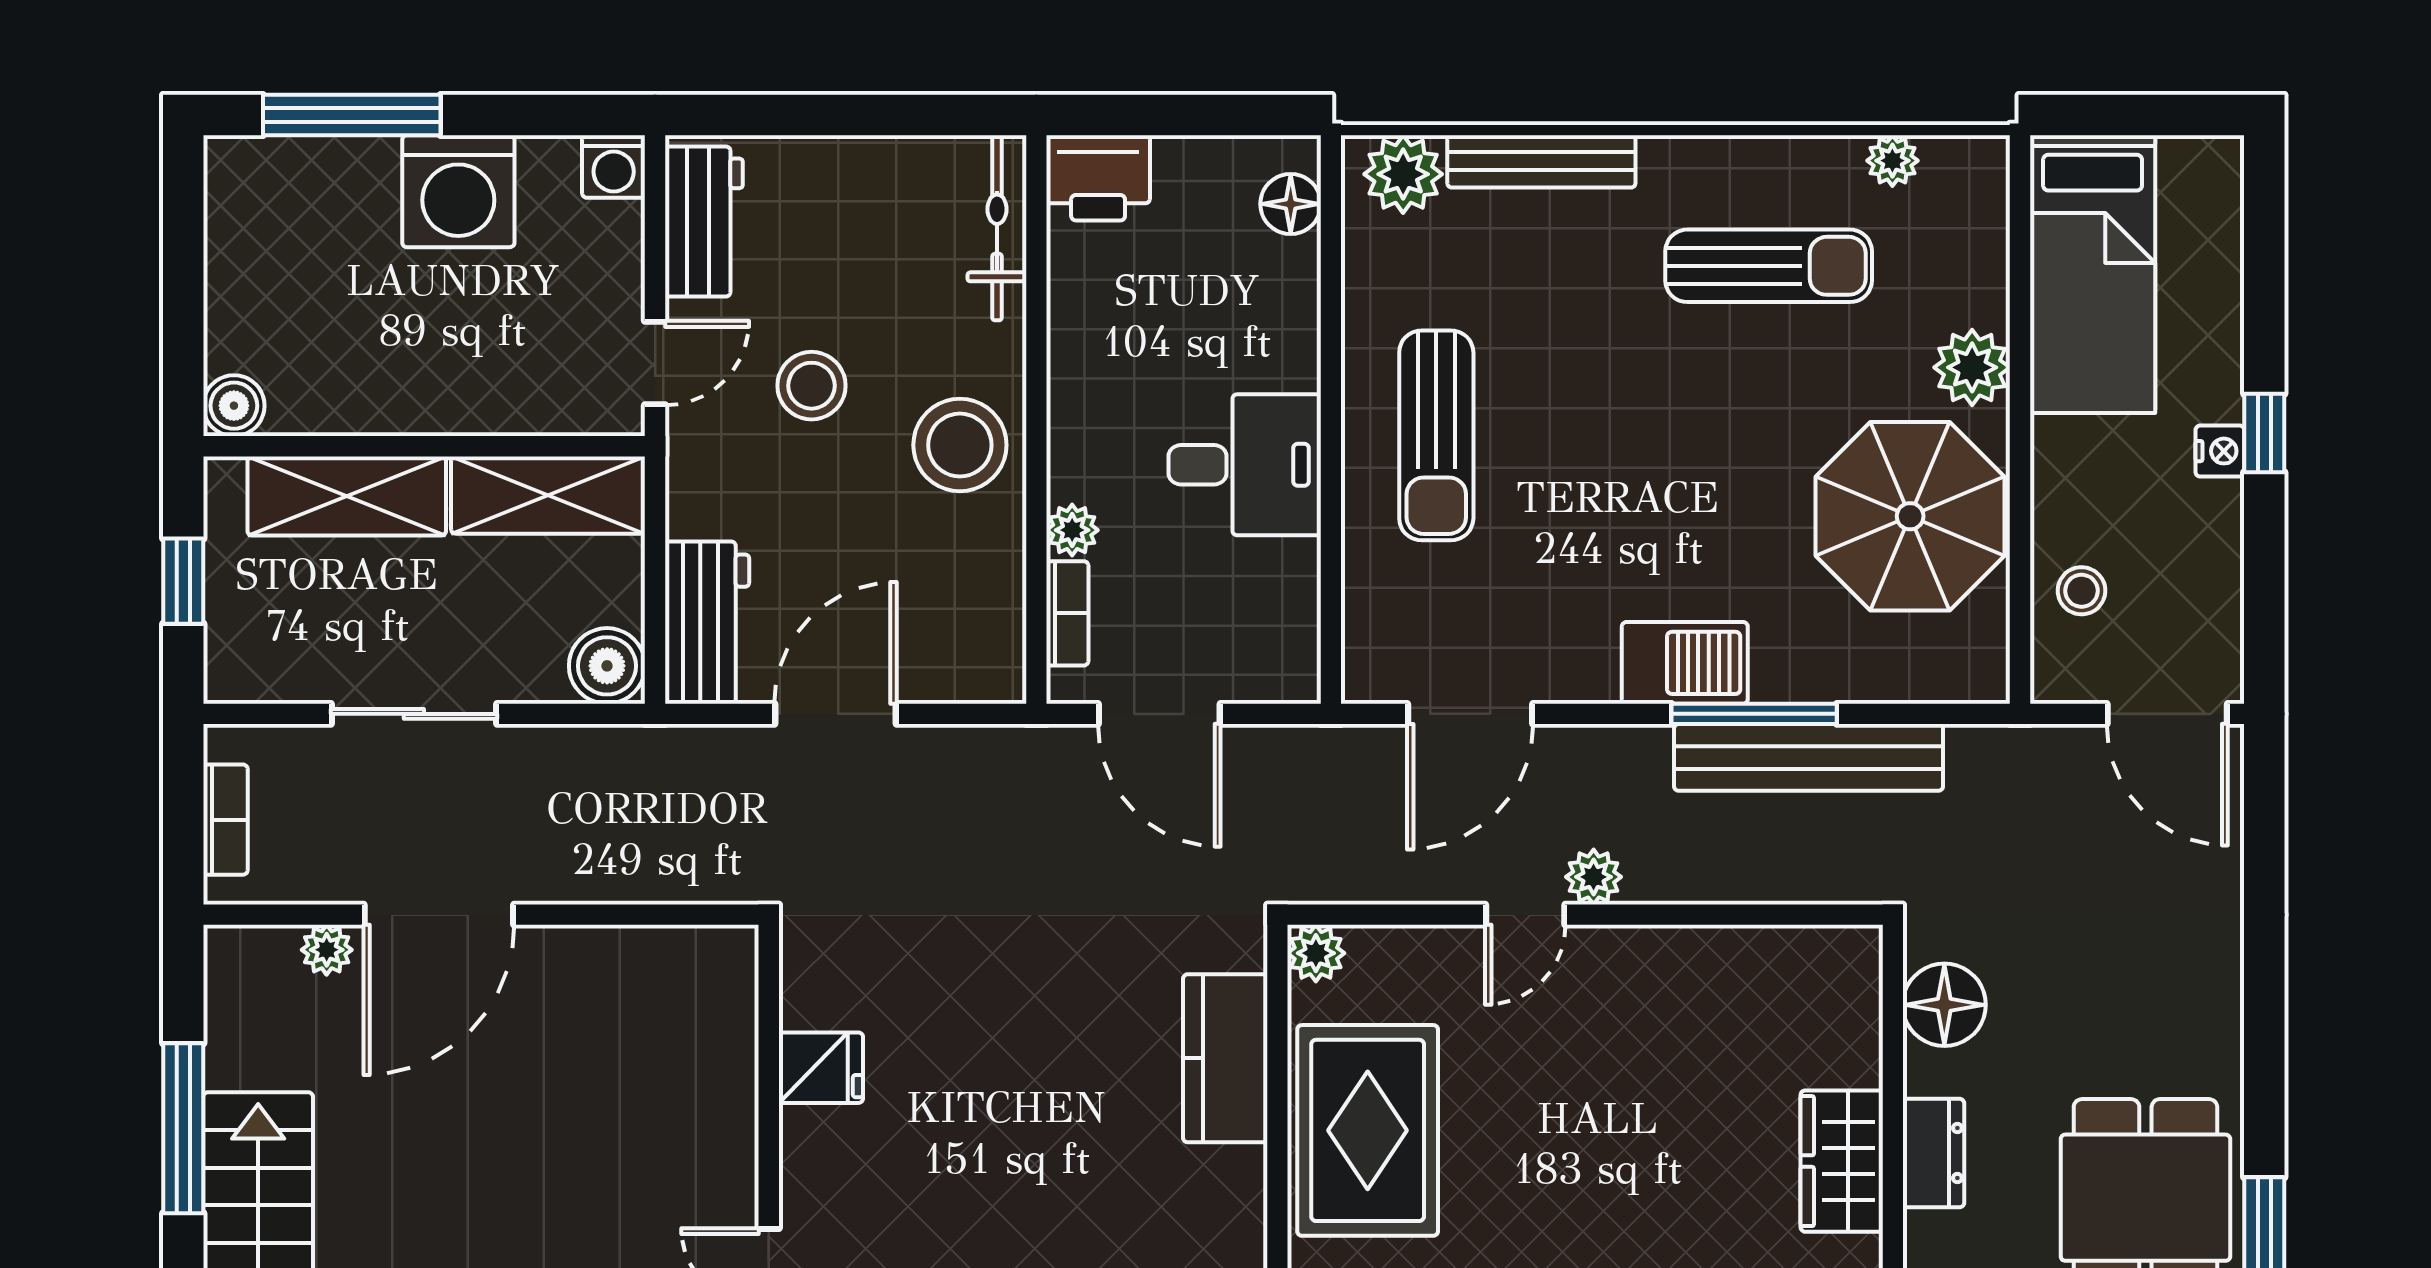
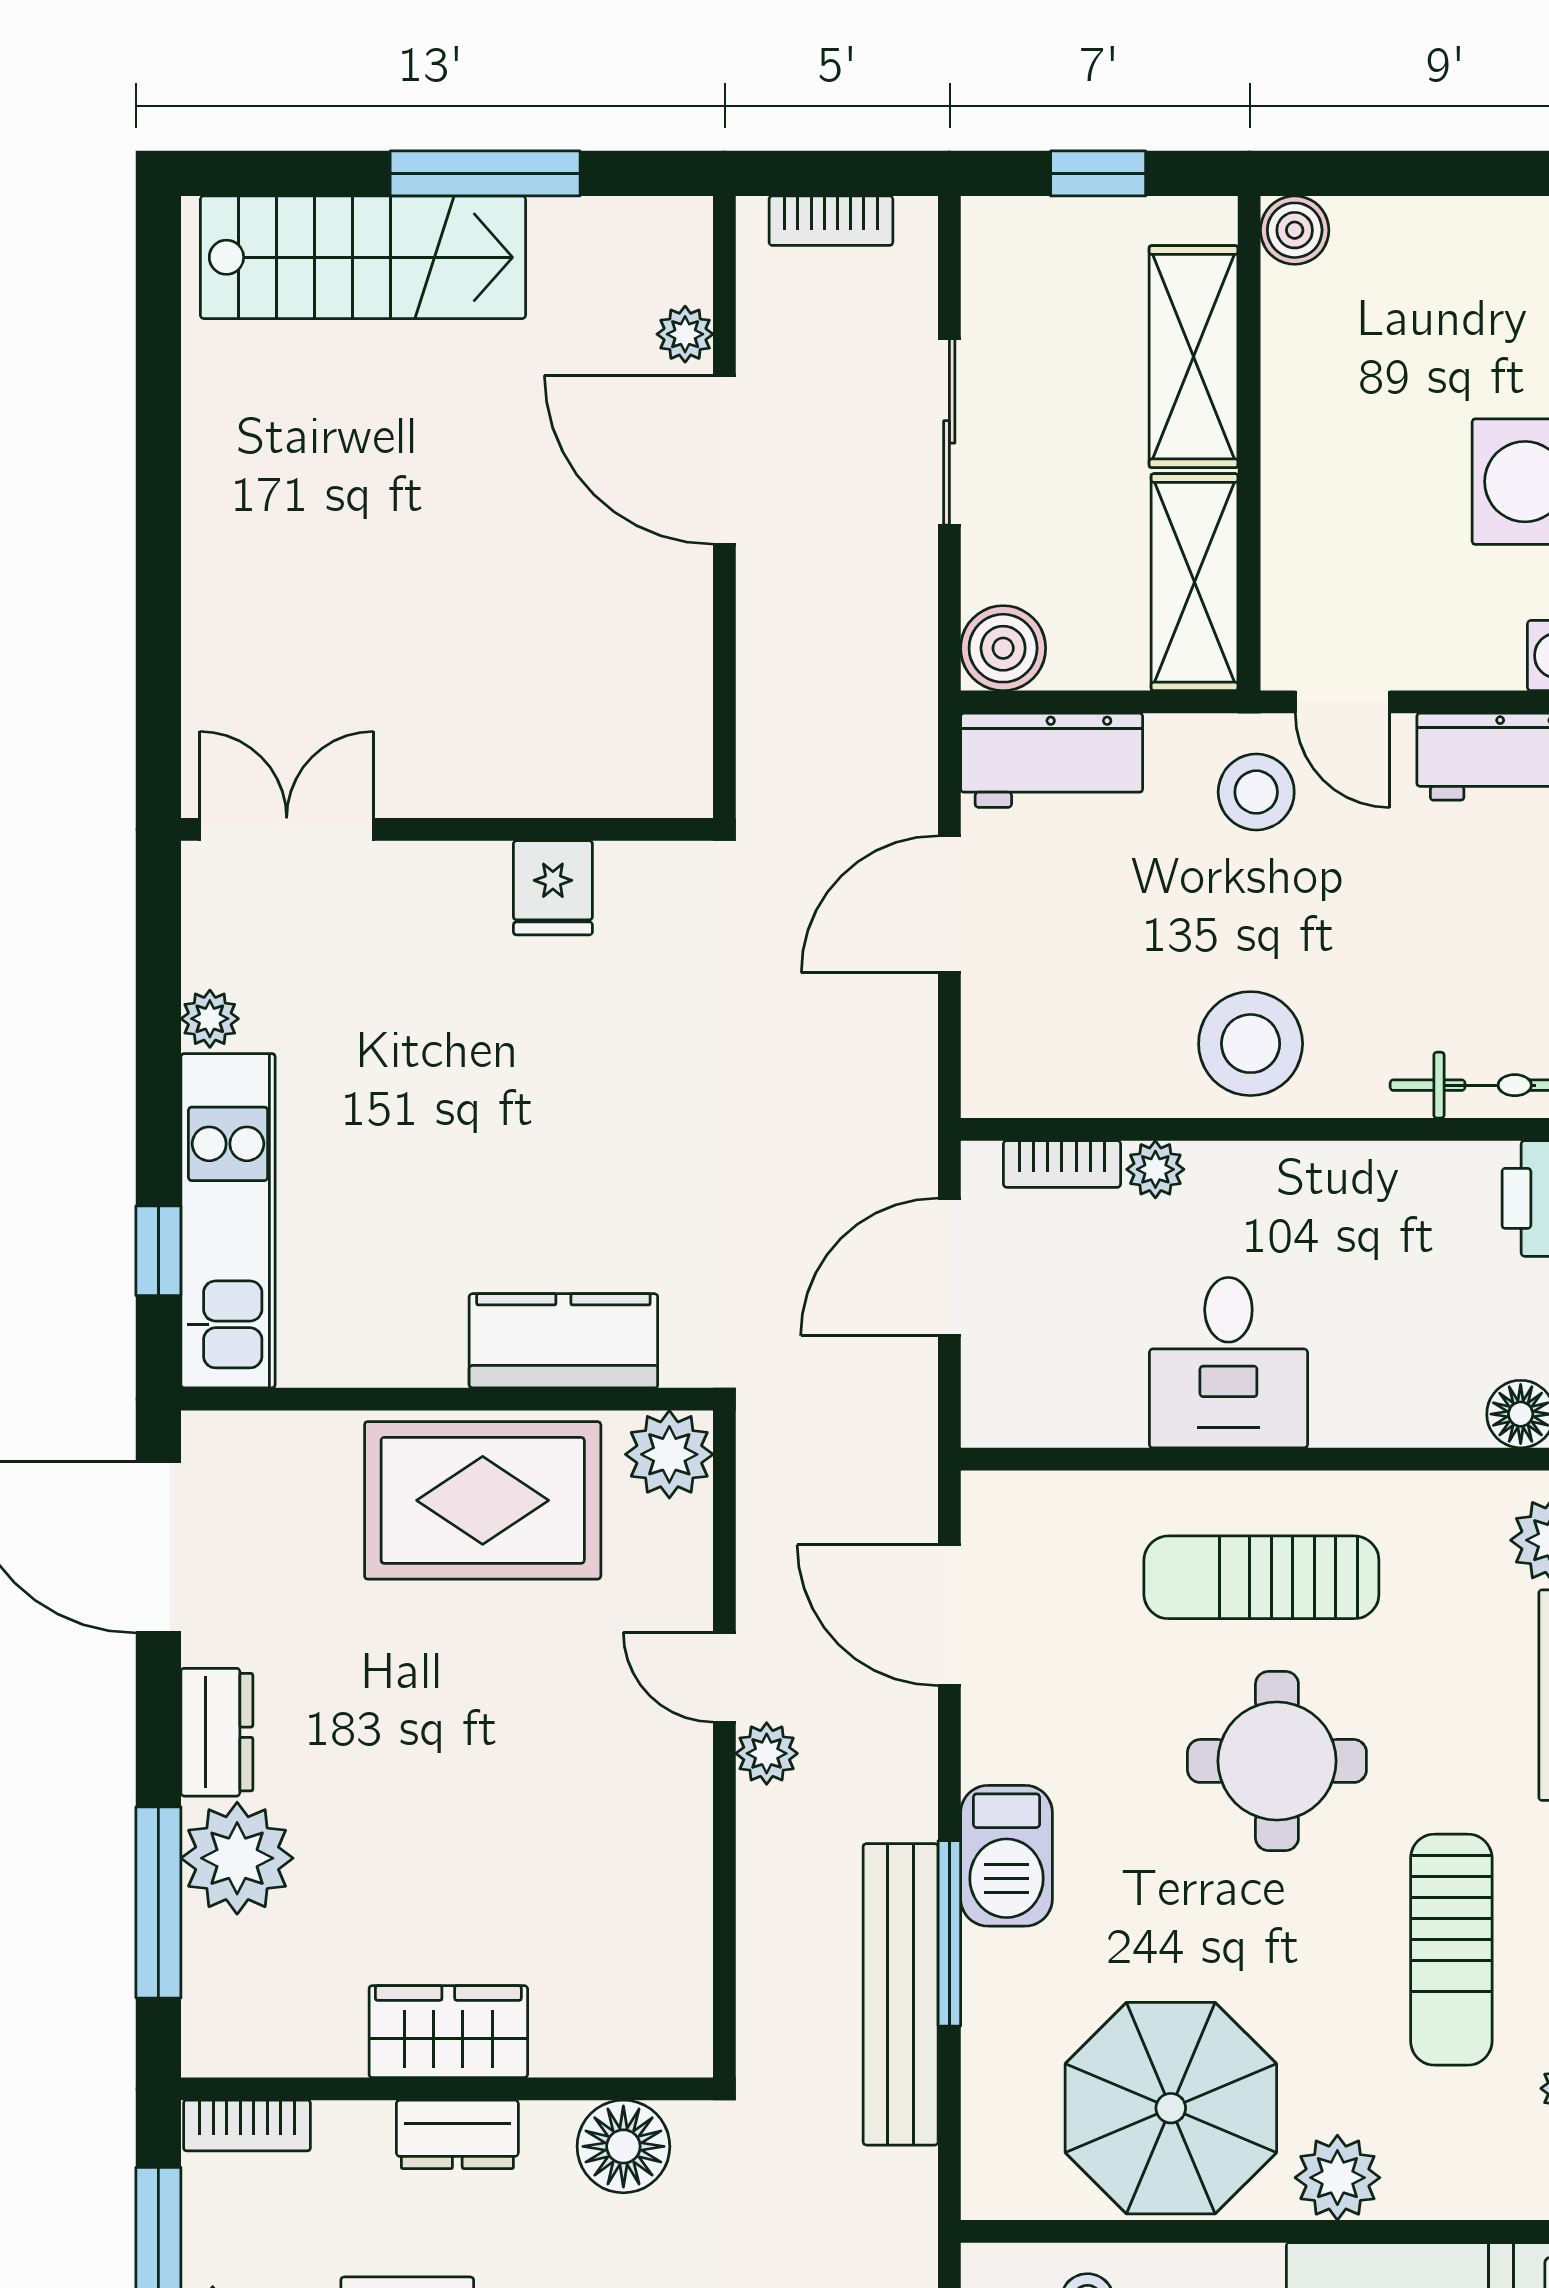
stool: (812, 386) -> (1256, 792), moved
round table: (1600, 421) -> (1277, 1761), added
door: (835, 714) -> (949, 904), swing flipped
plant: (1316, 953) -> (669, 1454), width x1.38, depth x1.38

